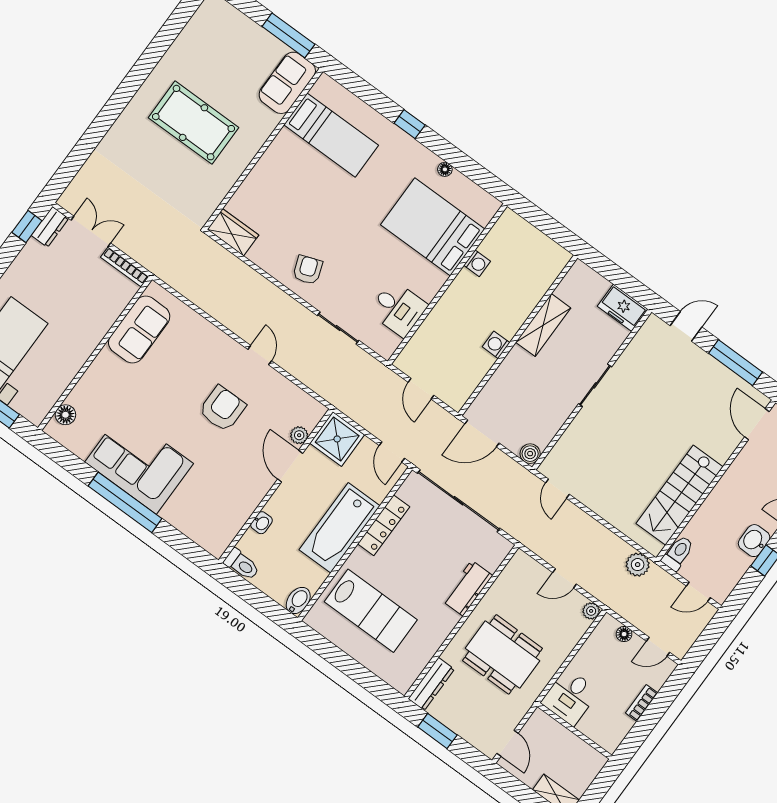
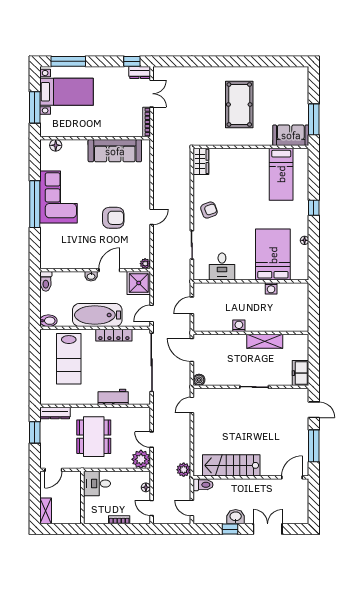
sofa: (139, 330) -> (115, 151), width x1.36
plant: (299, 435) -> (145, 264), moved
washbasin: (262, 523) -> (91, 276), moved
plant: (591, 611) -> (141, 459), width x1.88, depth x1.88

